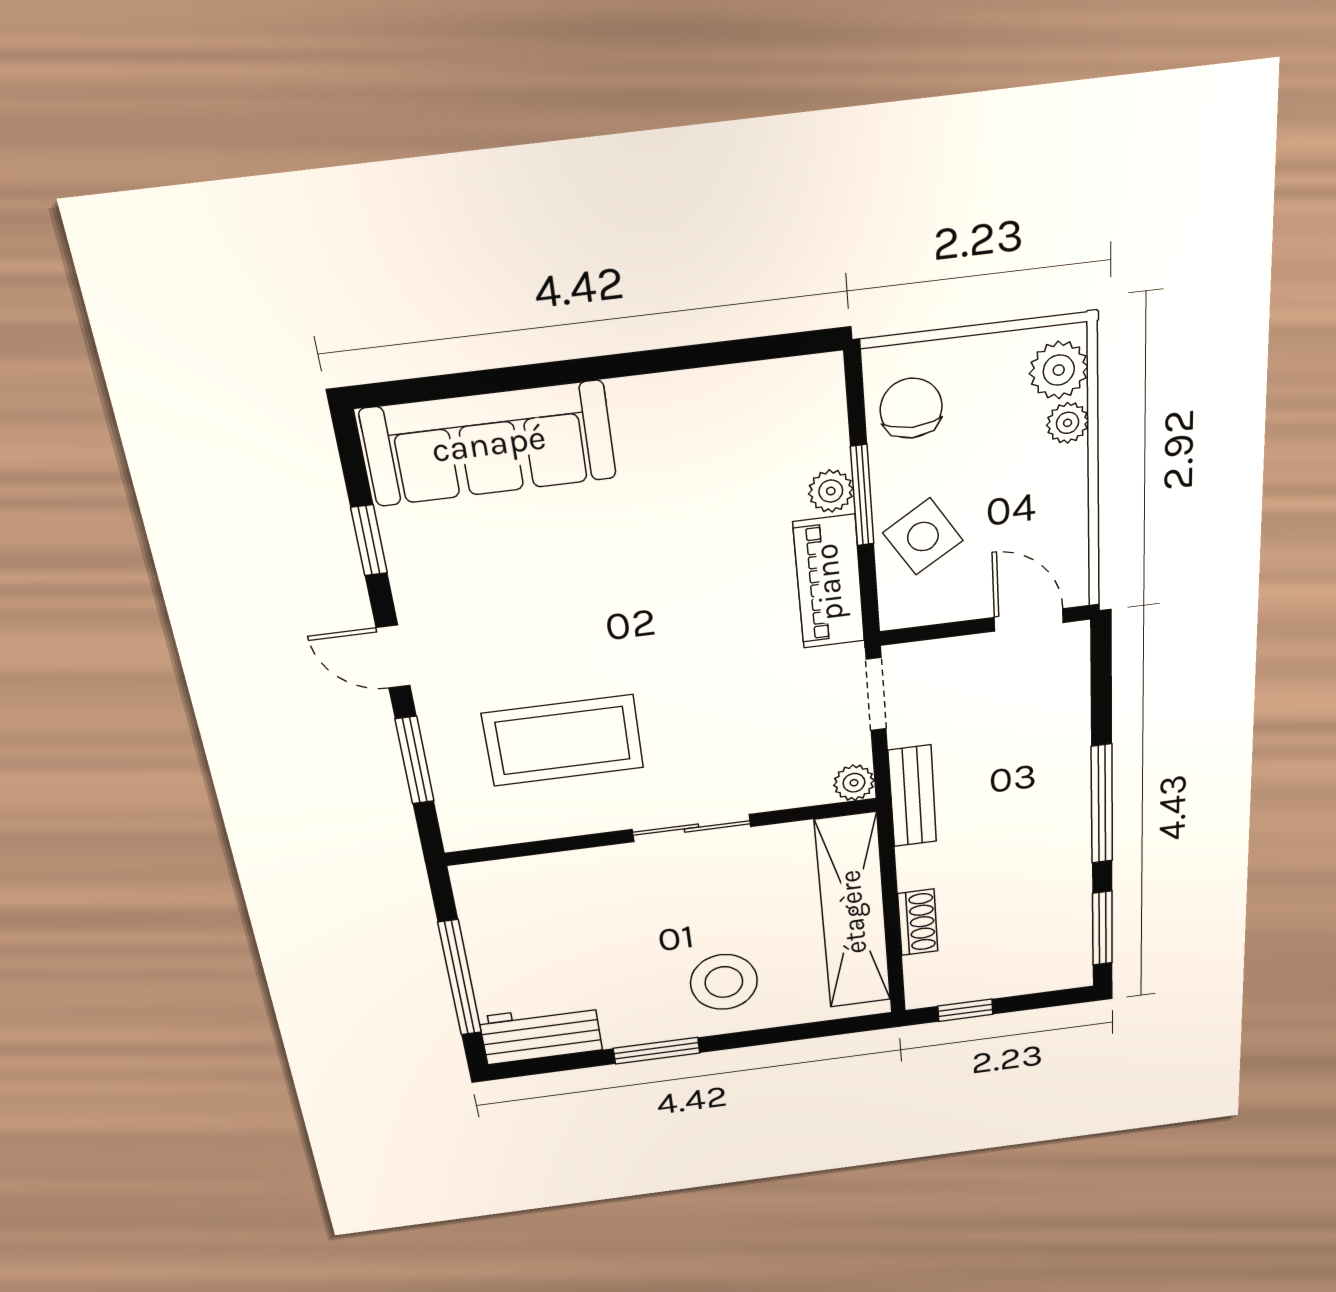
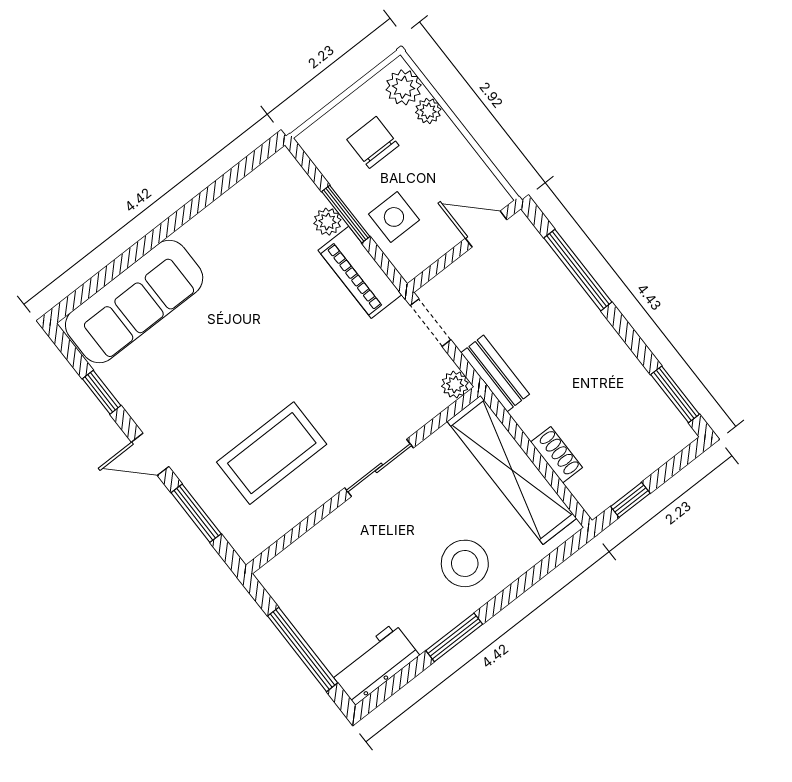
chair: (911, 408) -> (373, 142), moved
side table: (923, 537) -> (394, 217), turned 32
window: (1102, 804) -> (578, 270), moved

